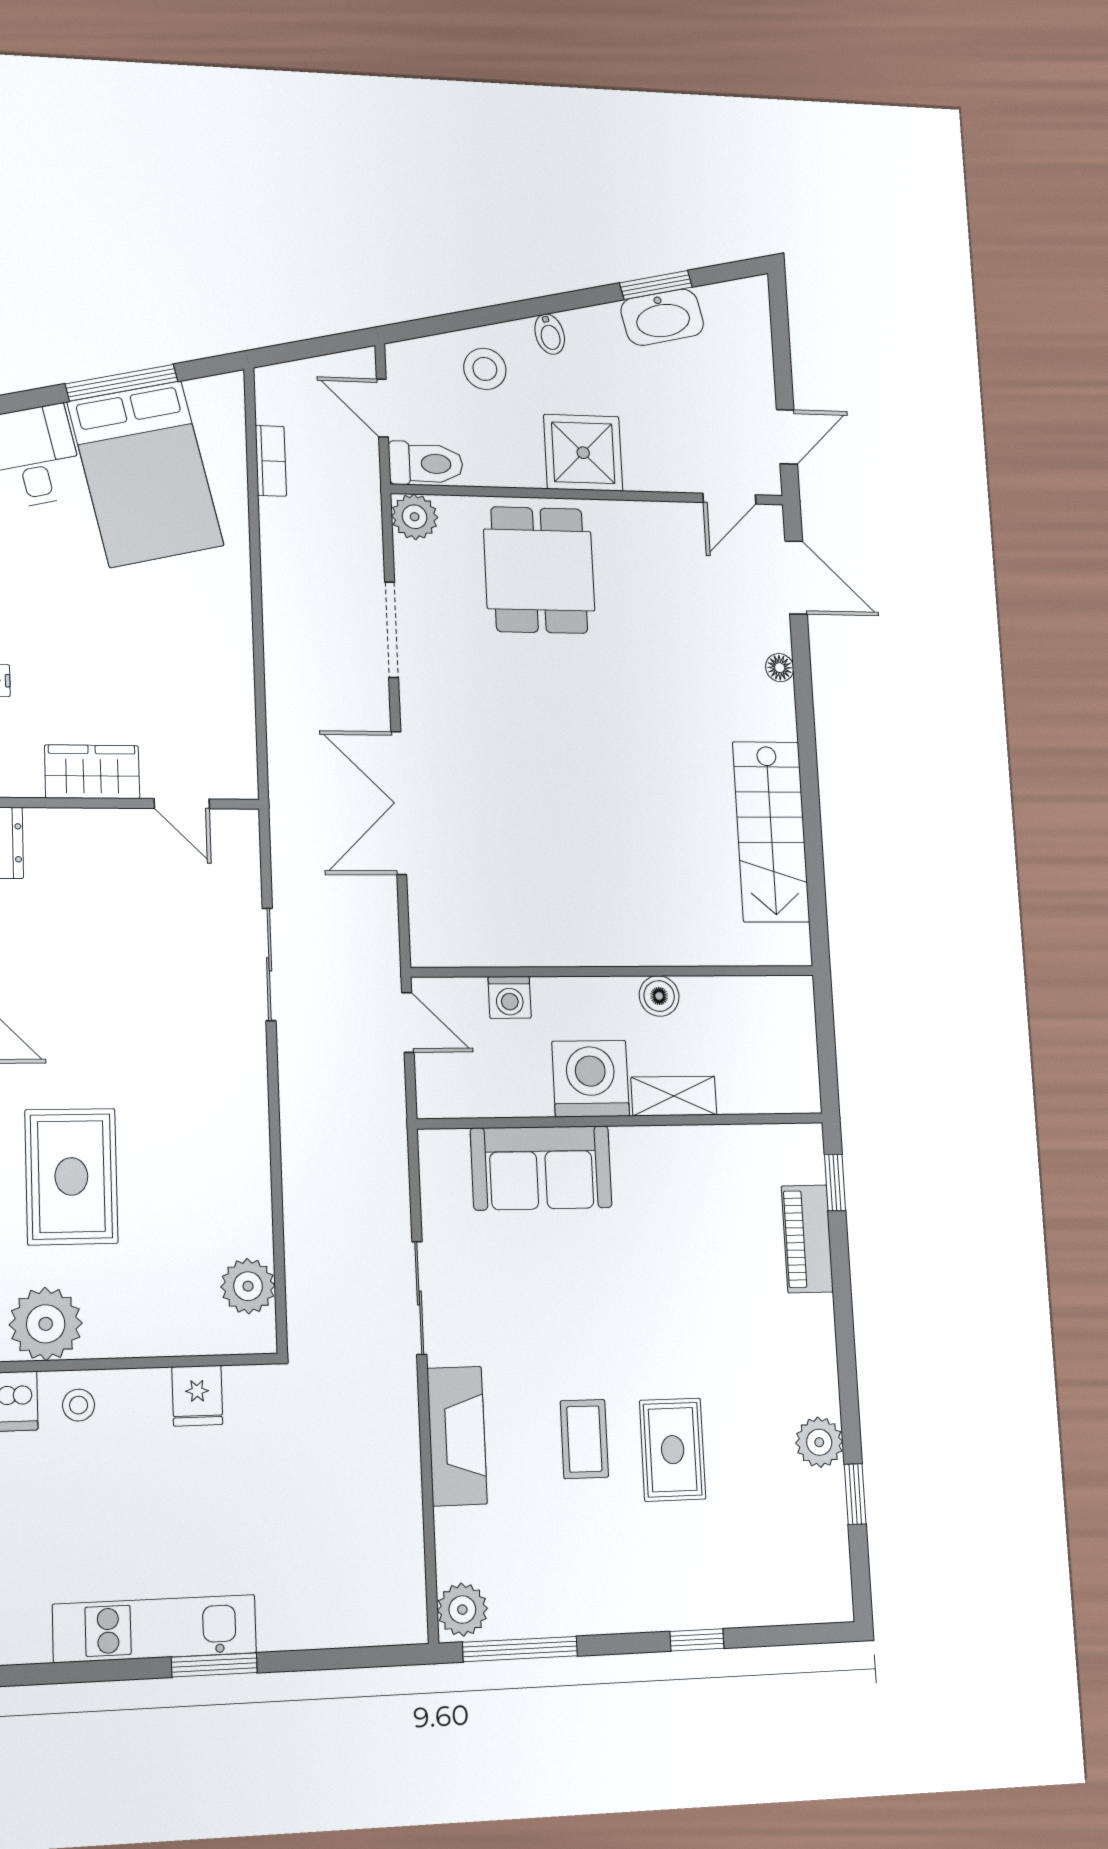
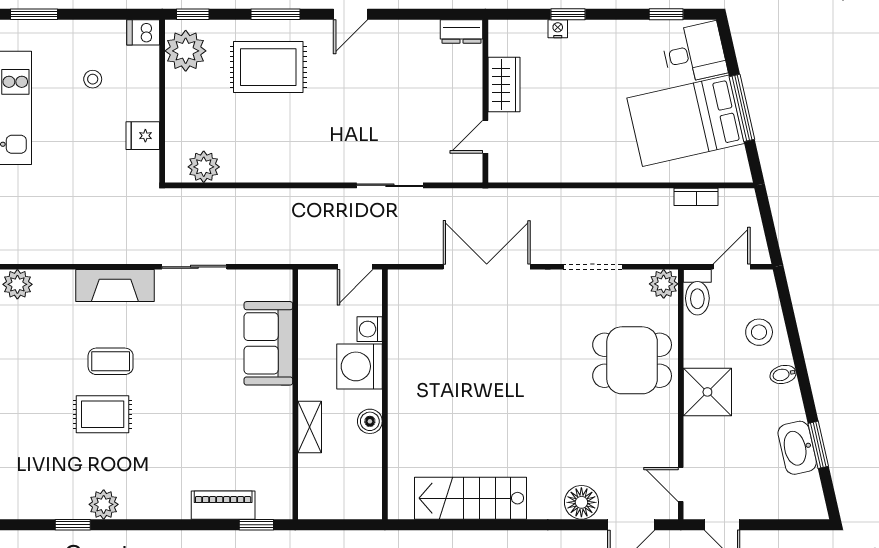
floor lamp: (780, 668) -> (581, 502), width x1.89, depth x1.89
washing machine: (591, 1079) -> (359, 366), moved, turned 180
stool: (79, 1405) -> (93, 79), moved

